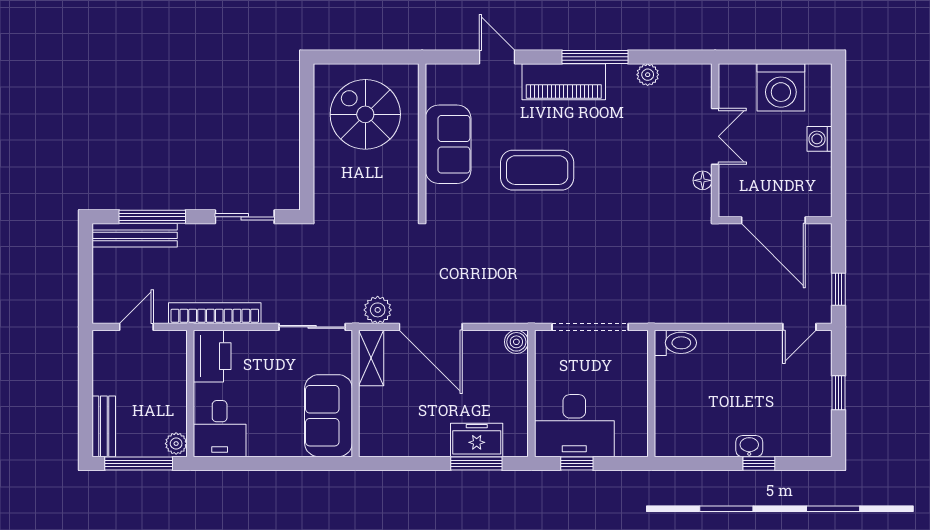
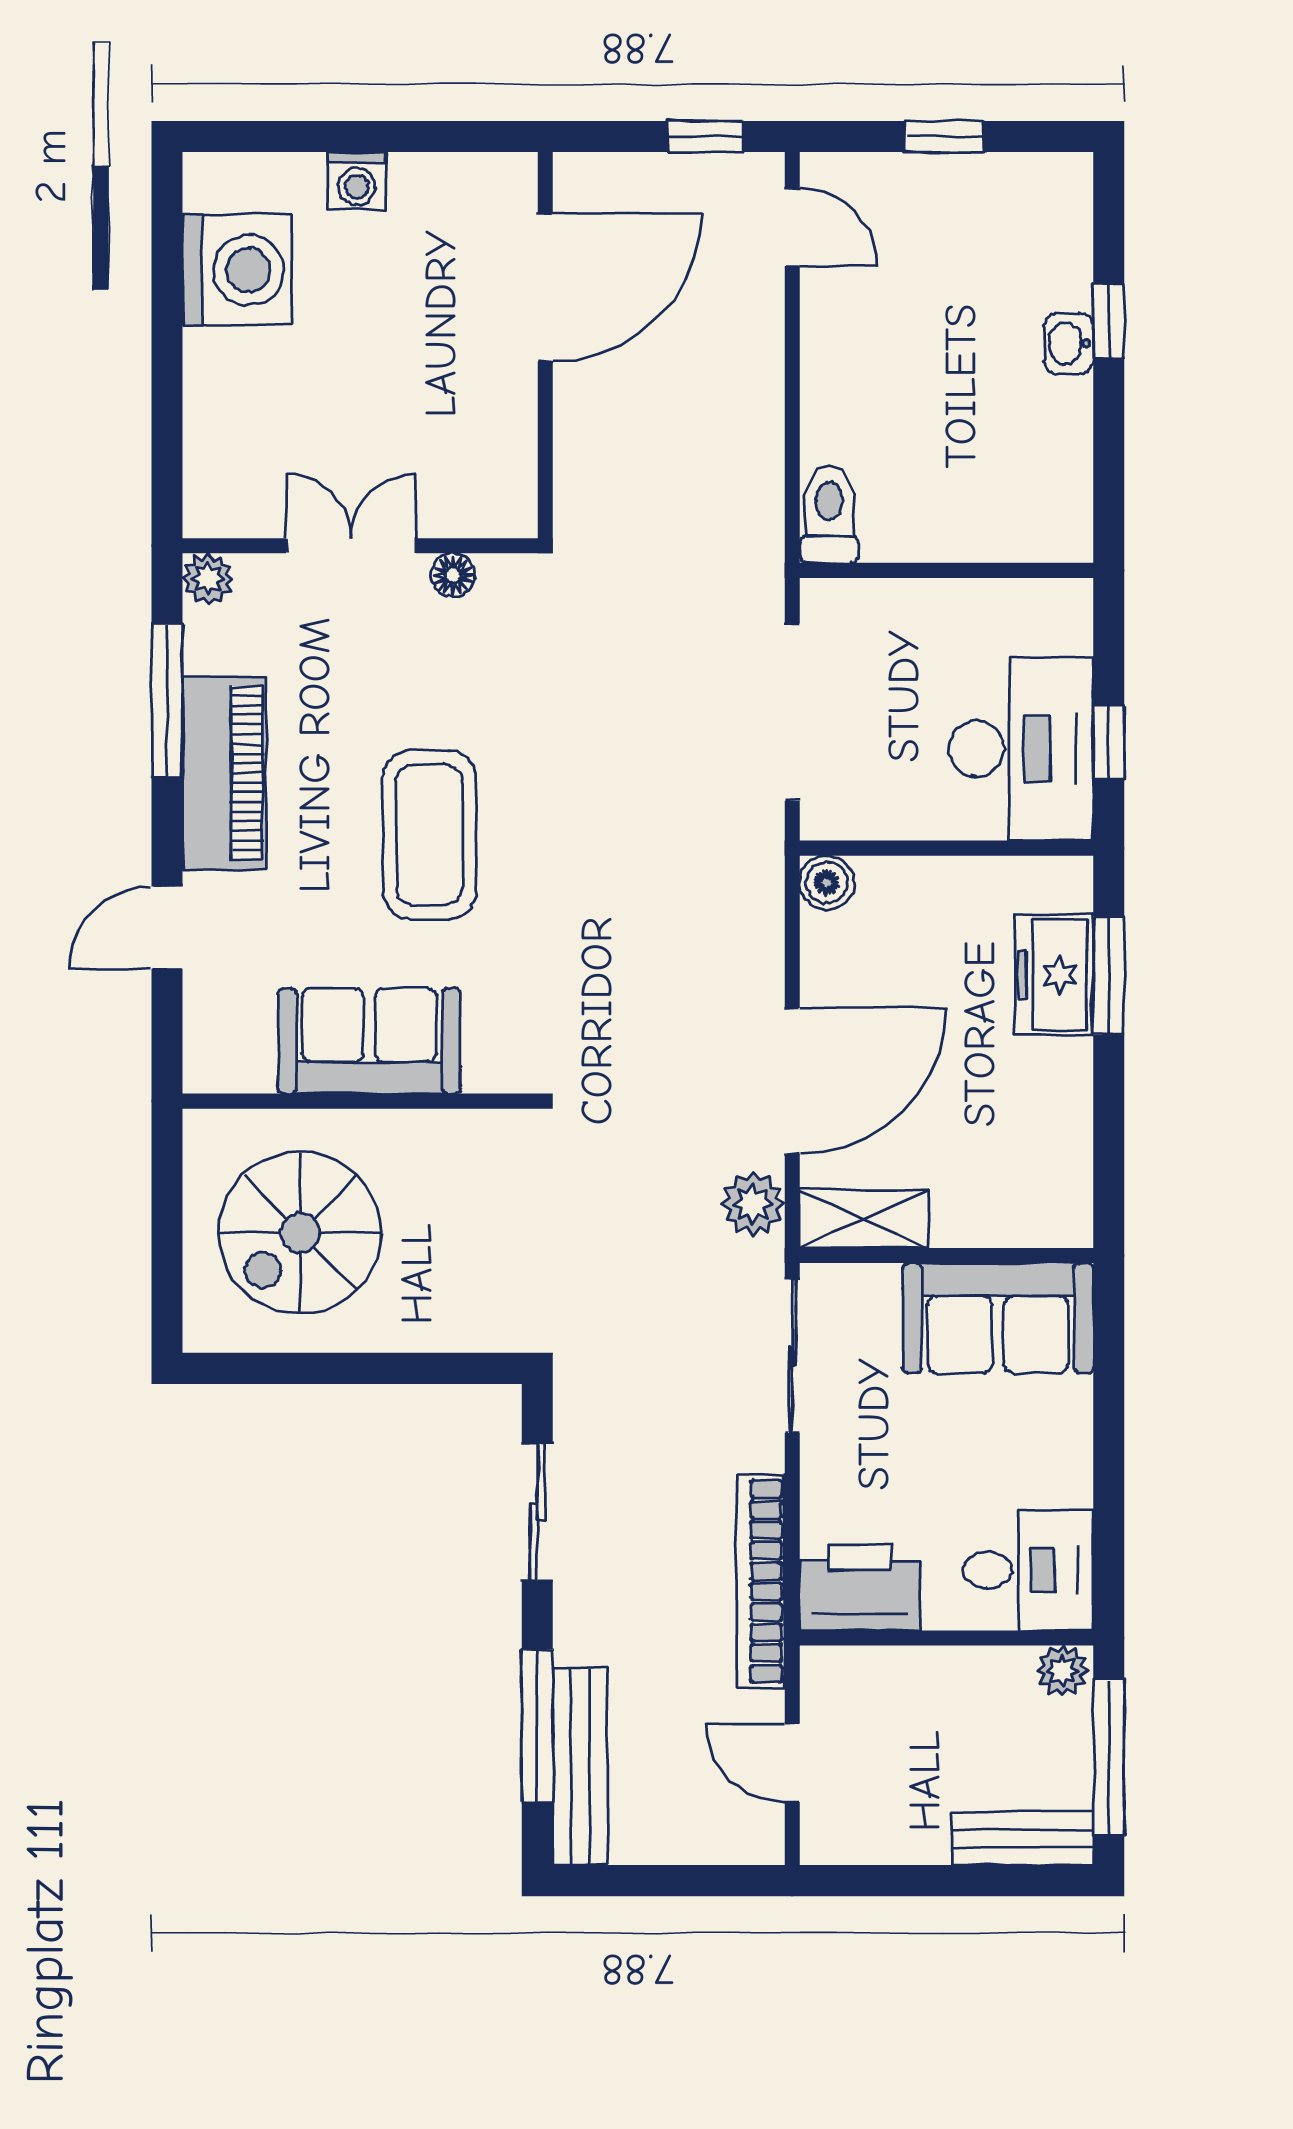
double door: (715, 136) -> (351, 546), moved
wall: (715, 140) -> (360, 546), moved
floor lamp: (703, 180) -> (453, 575), moved

